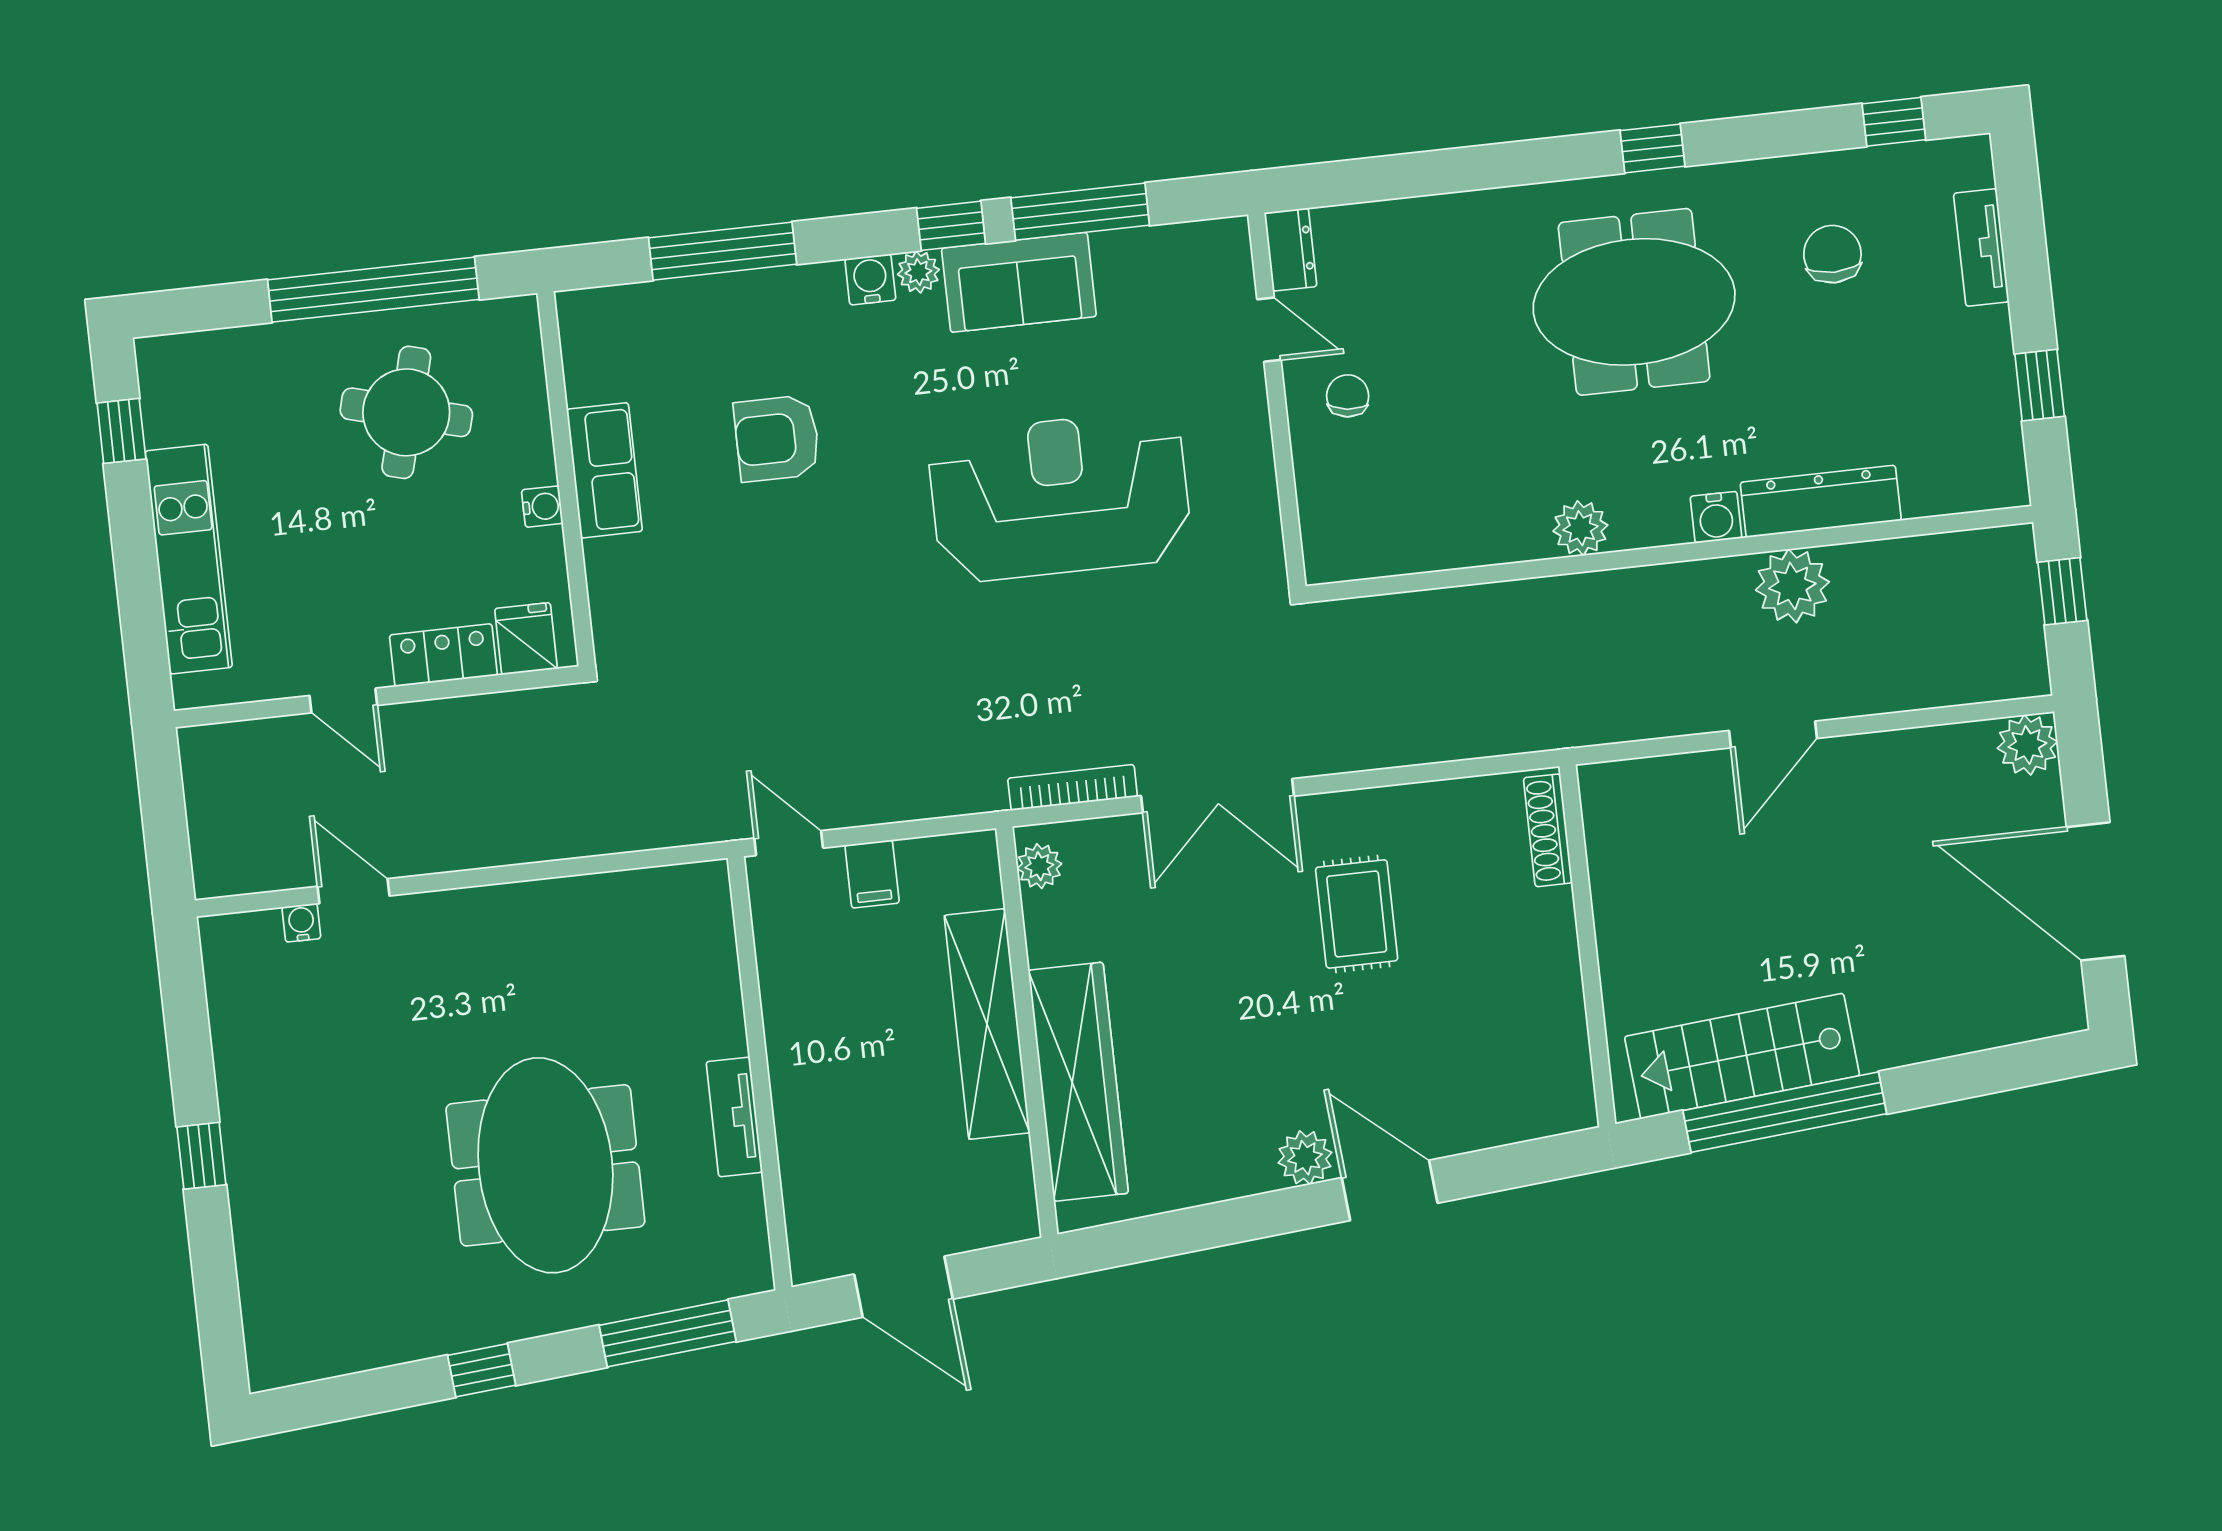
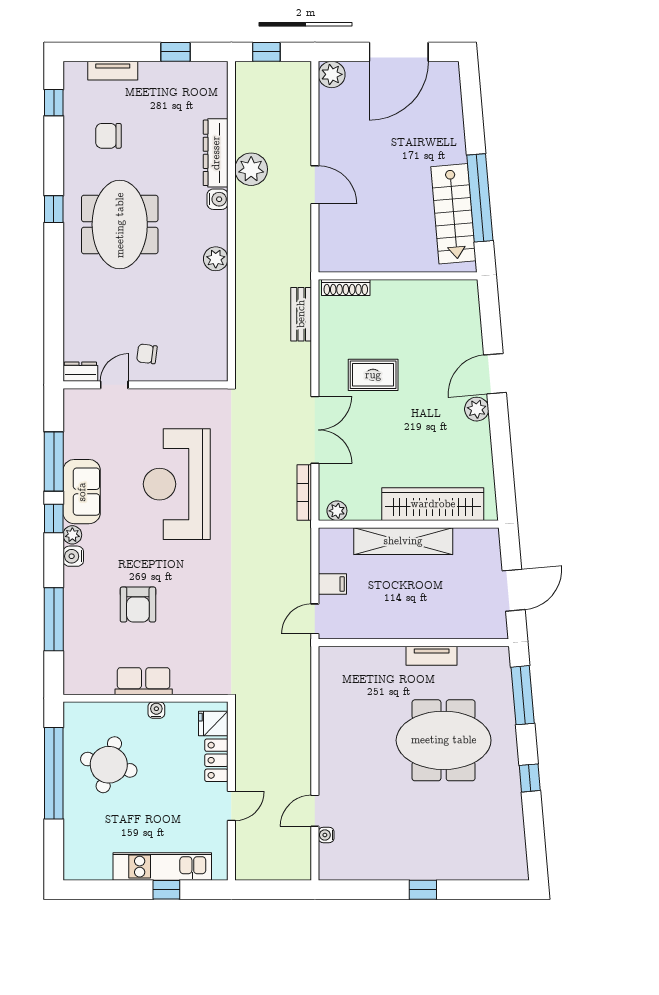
window: (121, 431) -> (166, 890), moved
bench: (1476, 736) -> (301, 314), added

